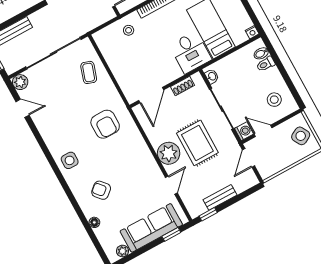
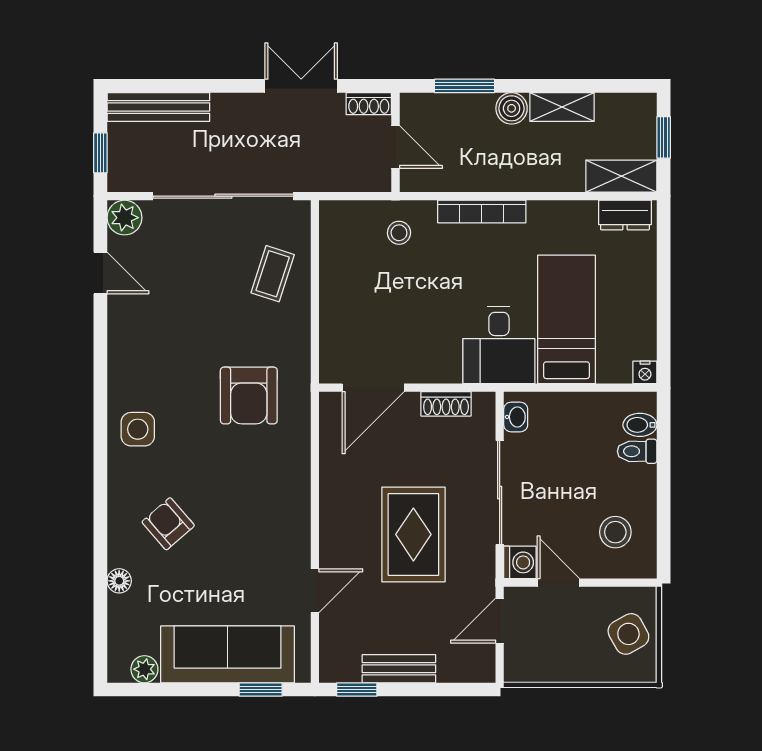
plant: (169, 153) -> (344, 524), removed

